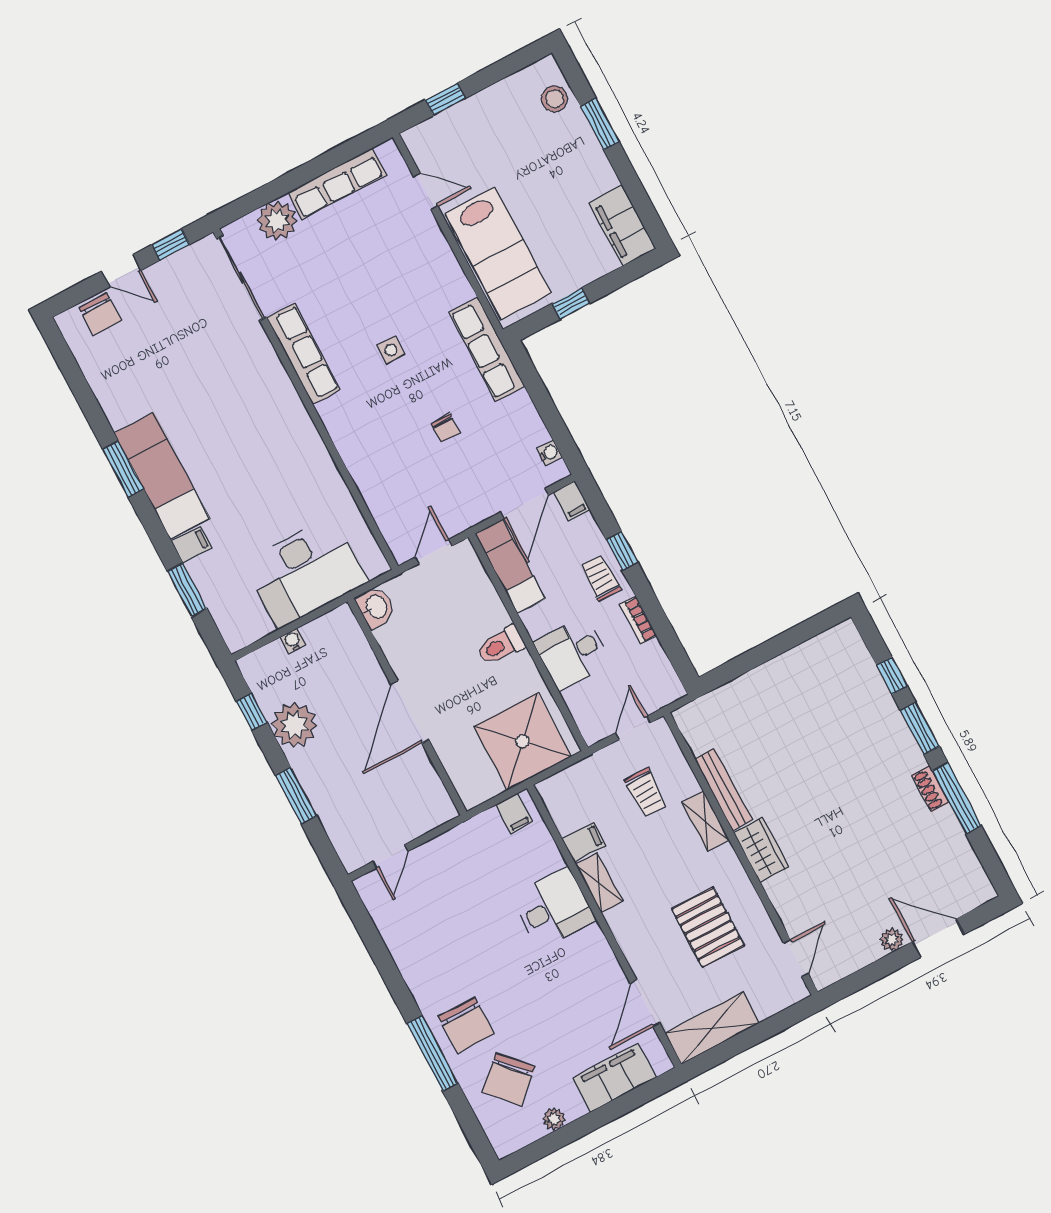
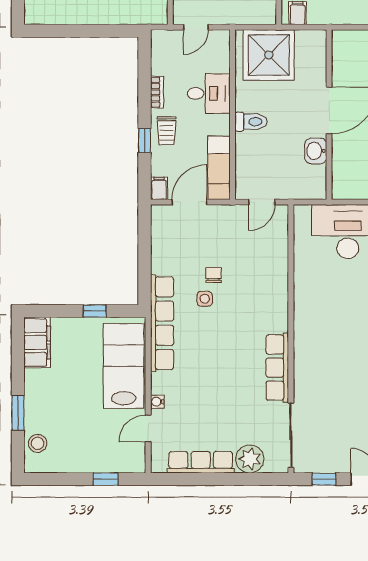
door: (426, 191) -> (148, 428), hinge flipped
row of seats: (487, 349) -> (162, 323), width x1.36
side table: (391, 350) -> (205, 299), moved
water cooler: (549, 453) -> (157, 402), moved
washbasin: (376, 607) -> (316, 151), moved

